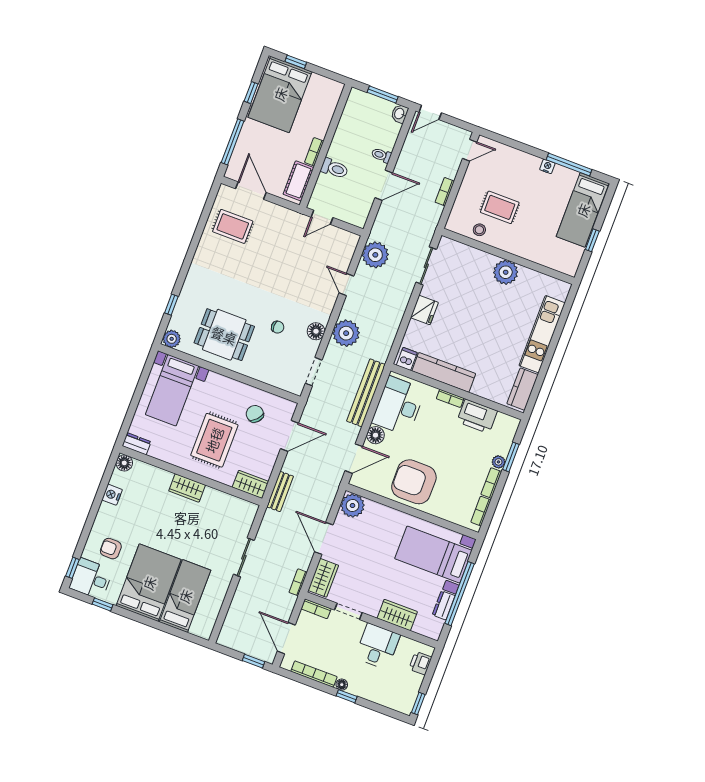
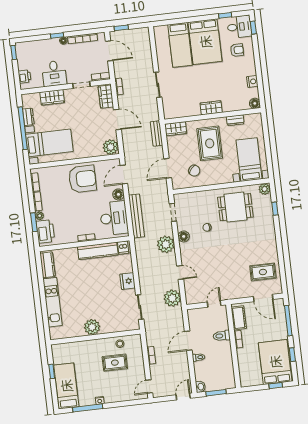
printer: (477, 416) -> (45, 231), moved, turned 90
dresser: (137, 444) -> (235, 120), moved

